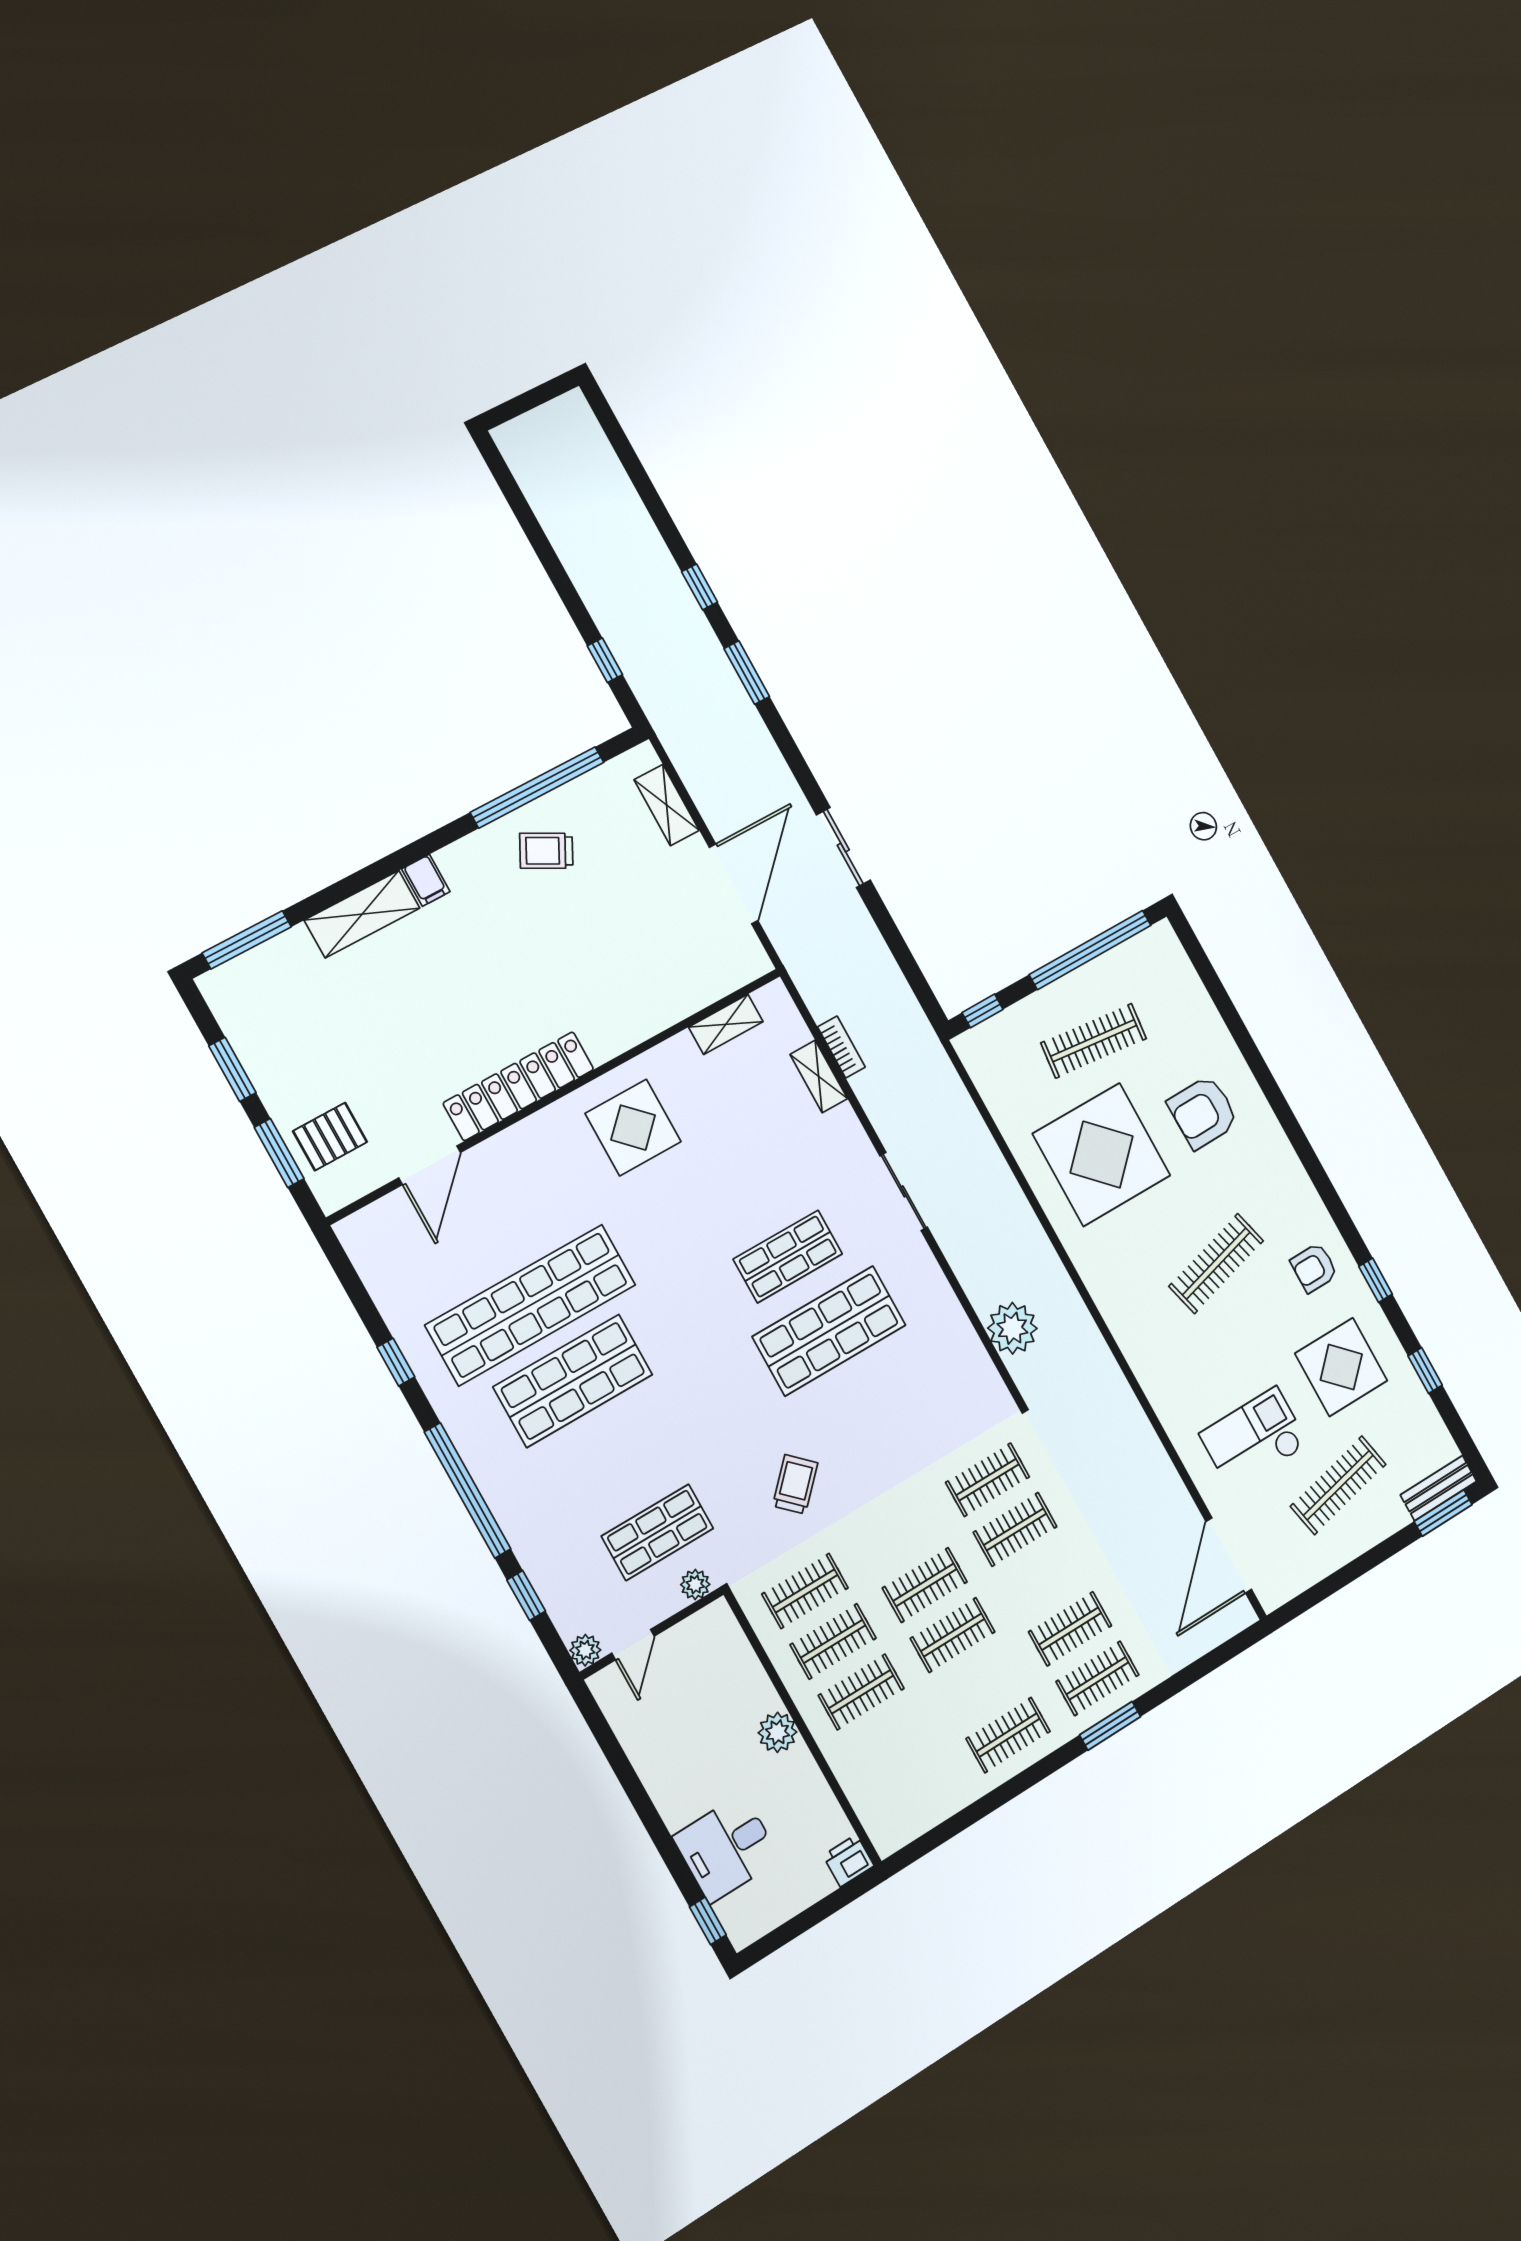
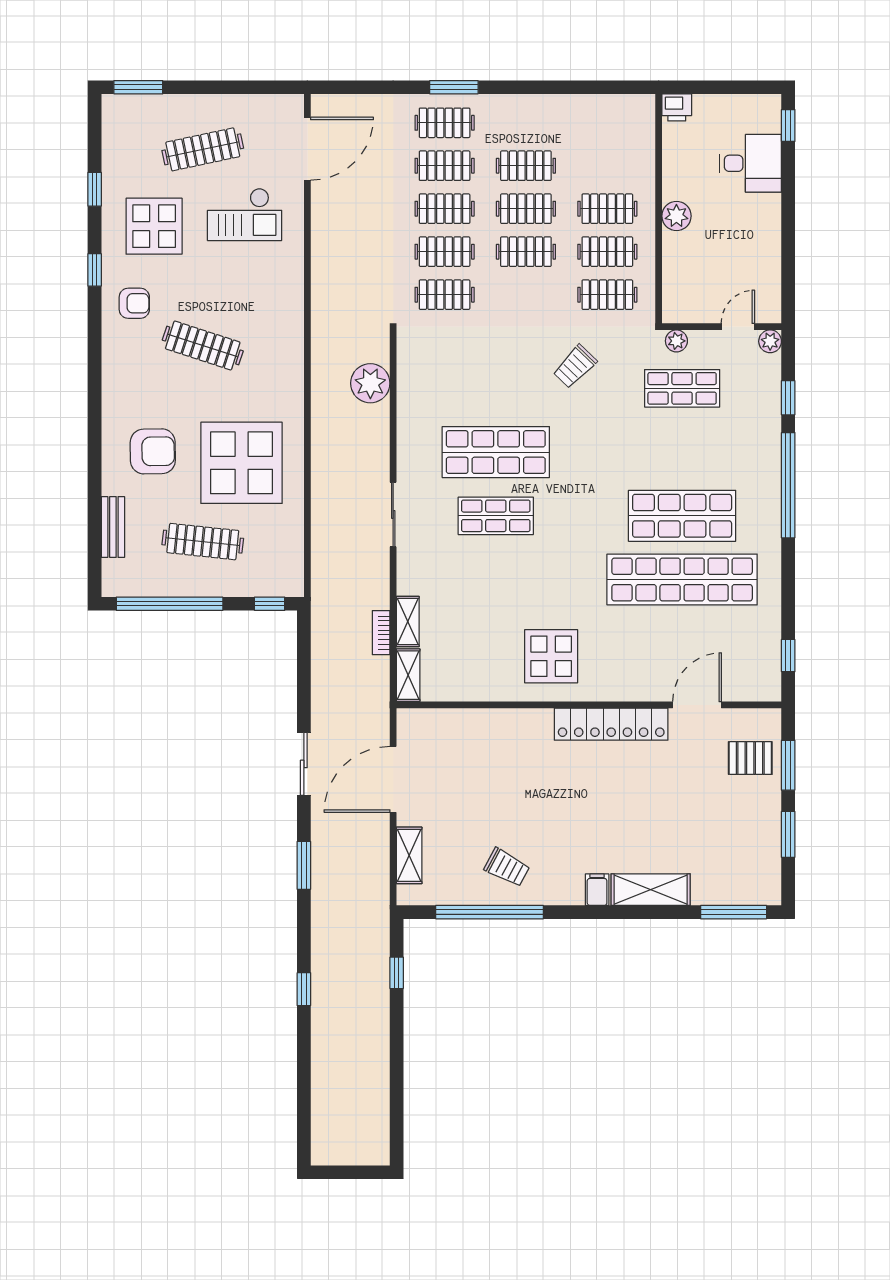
window: (747, 673) -> (304, 865), moved
shelving: (726, 1024) -> (408, 675), moved, turned 90
clothes rail: (1216, 1263) -> (203, 345), turned 33
window: (396, 1362) -> (788, 656), moved
bench: (1439, 1488) -> (113, 527), moved, turned 90
clothes rail: (1043, 1579) -> (445, 209), added
clothes rail: (1008, 1735) -> (526, 166), moved

